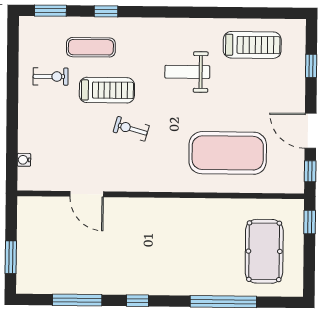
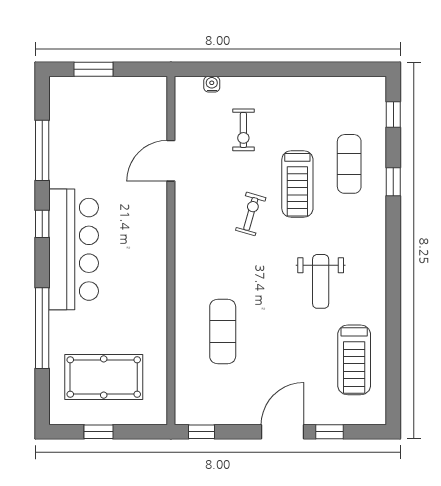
window: (50, 11) -> (393, 114), width x0.67
weight bench: (187, 72) -> (321, 281), turned 180
exercise bike: (51, 76) -> (243, 130), moved
door: (311, 131) -> (283, 432), moved
exercise mat: (228, 153) -> (223, 331), width x0.50, depth x0.69
window: (310, 222) -> (99, 432), moved
bar counter: (159, 275) -> (74, 249), added

